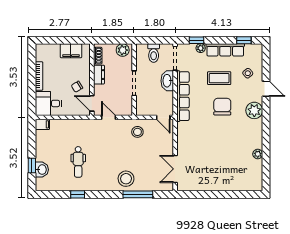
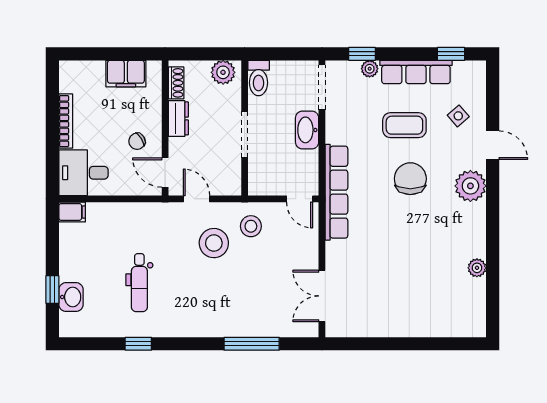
toilet: (154, 53) -> (259, 78), moved
row of seats: (183, 96) -> (336, 192), moved
stool: (126, 179) -> (214, 243), moved

